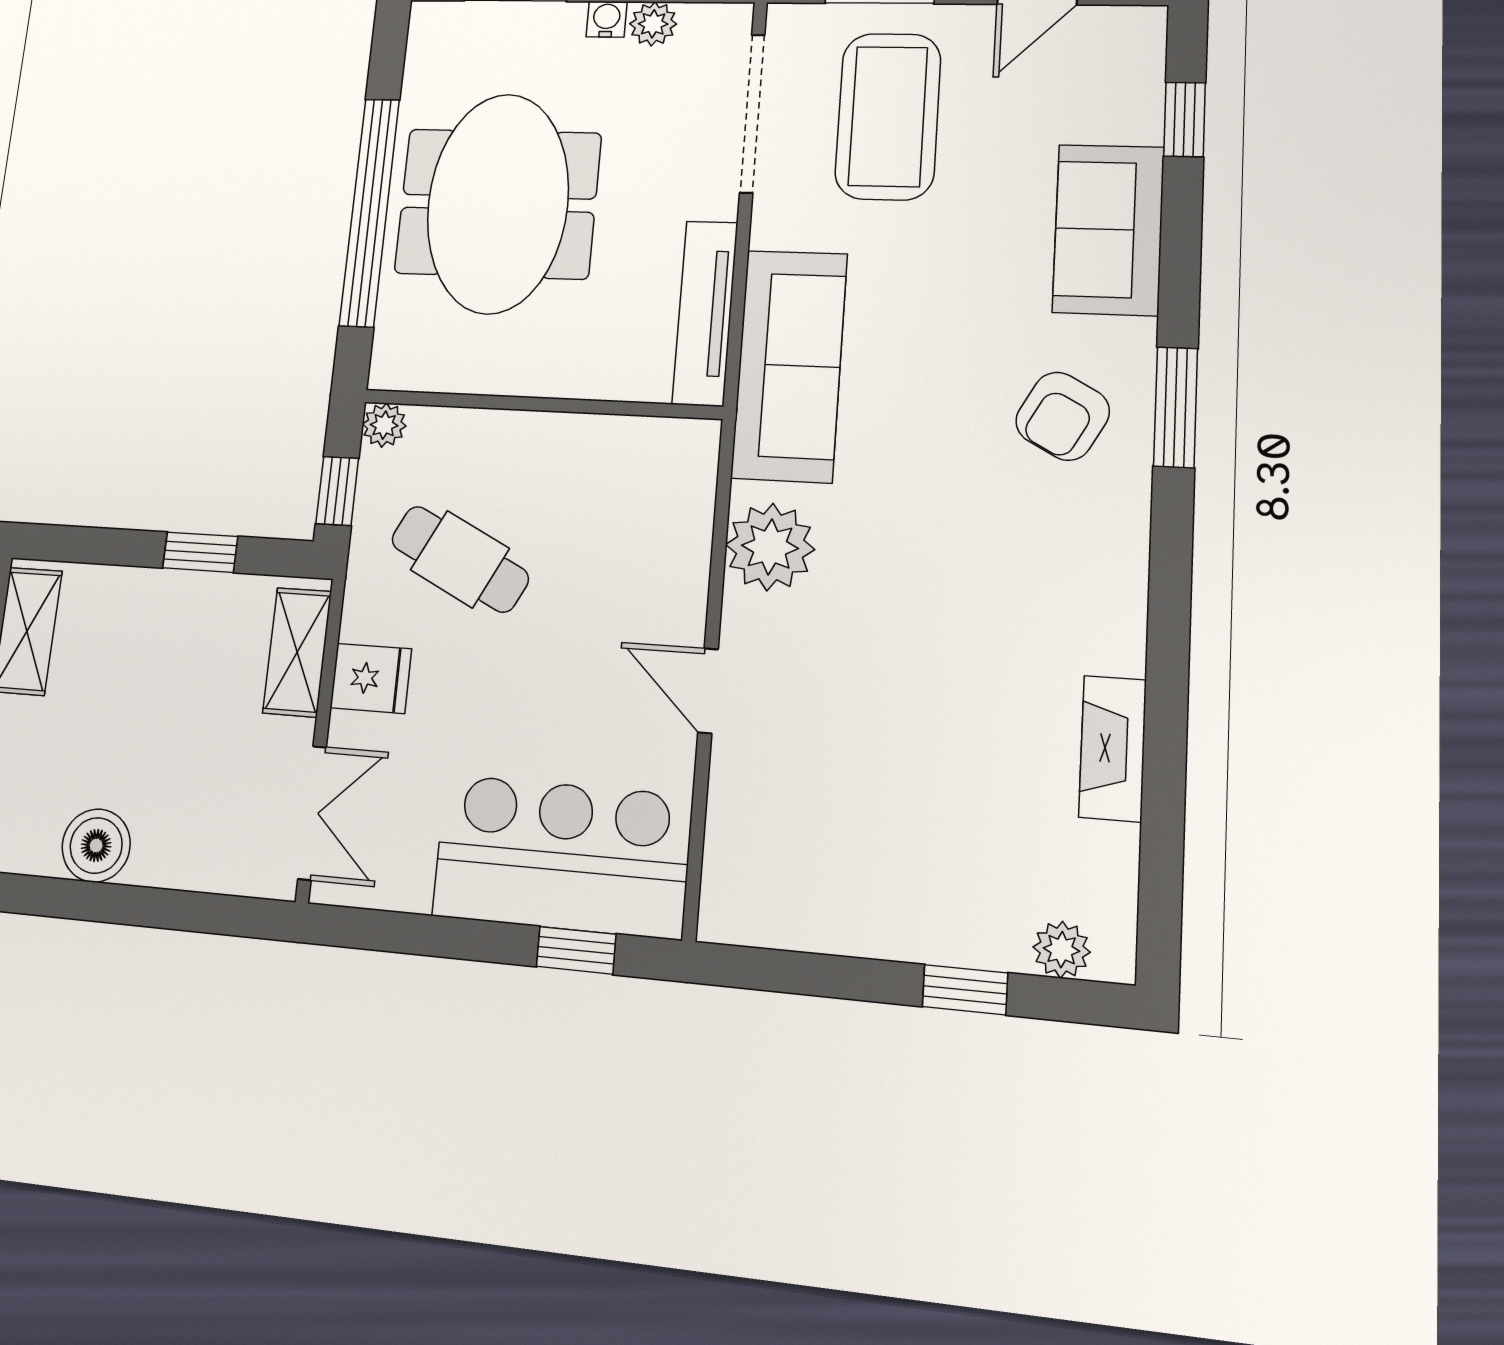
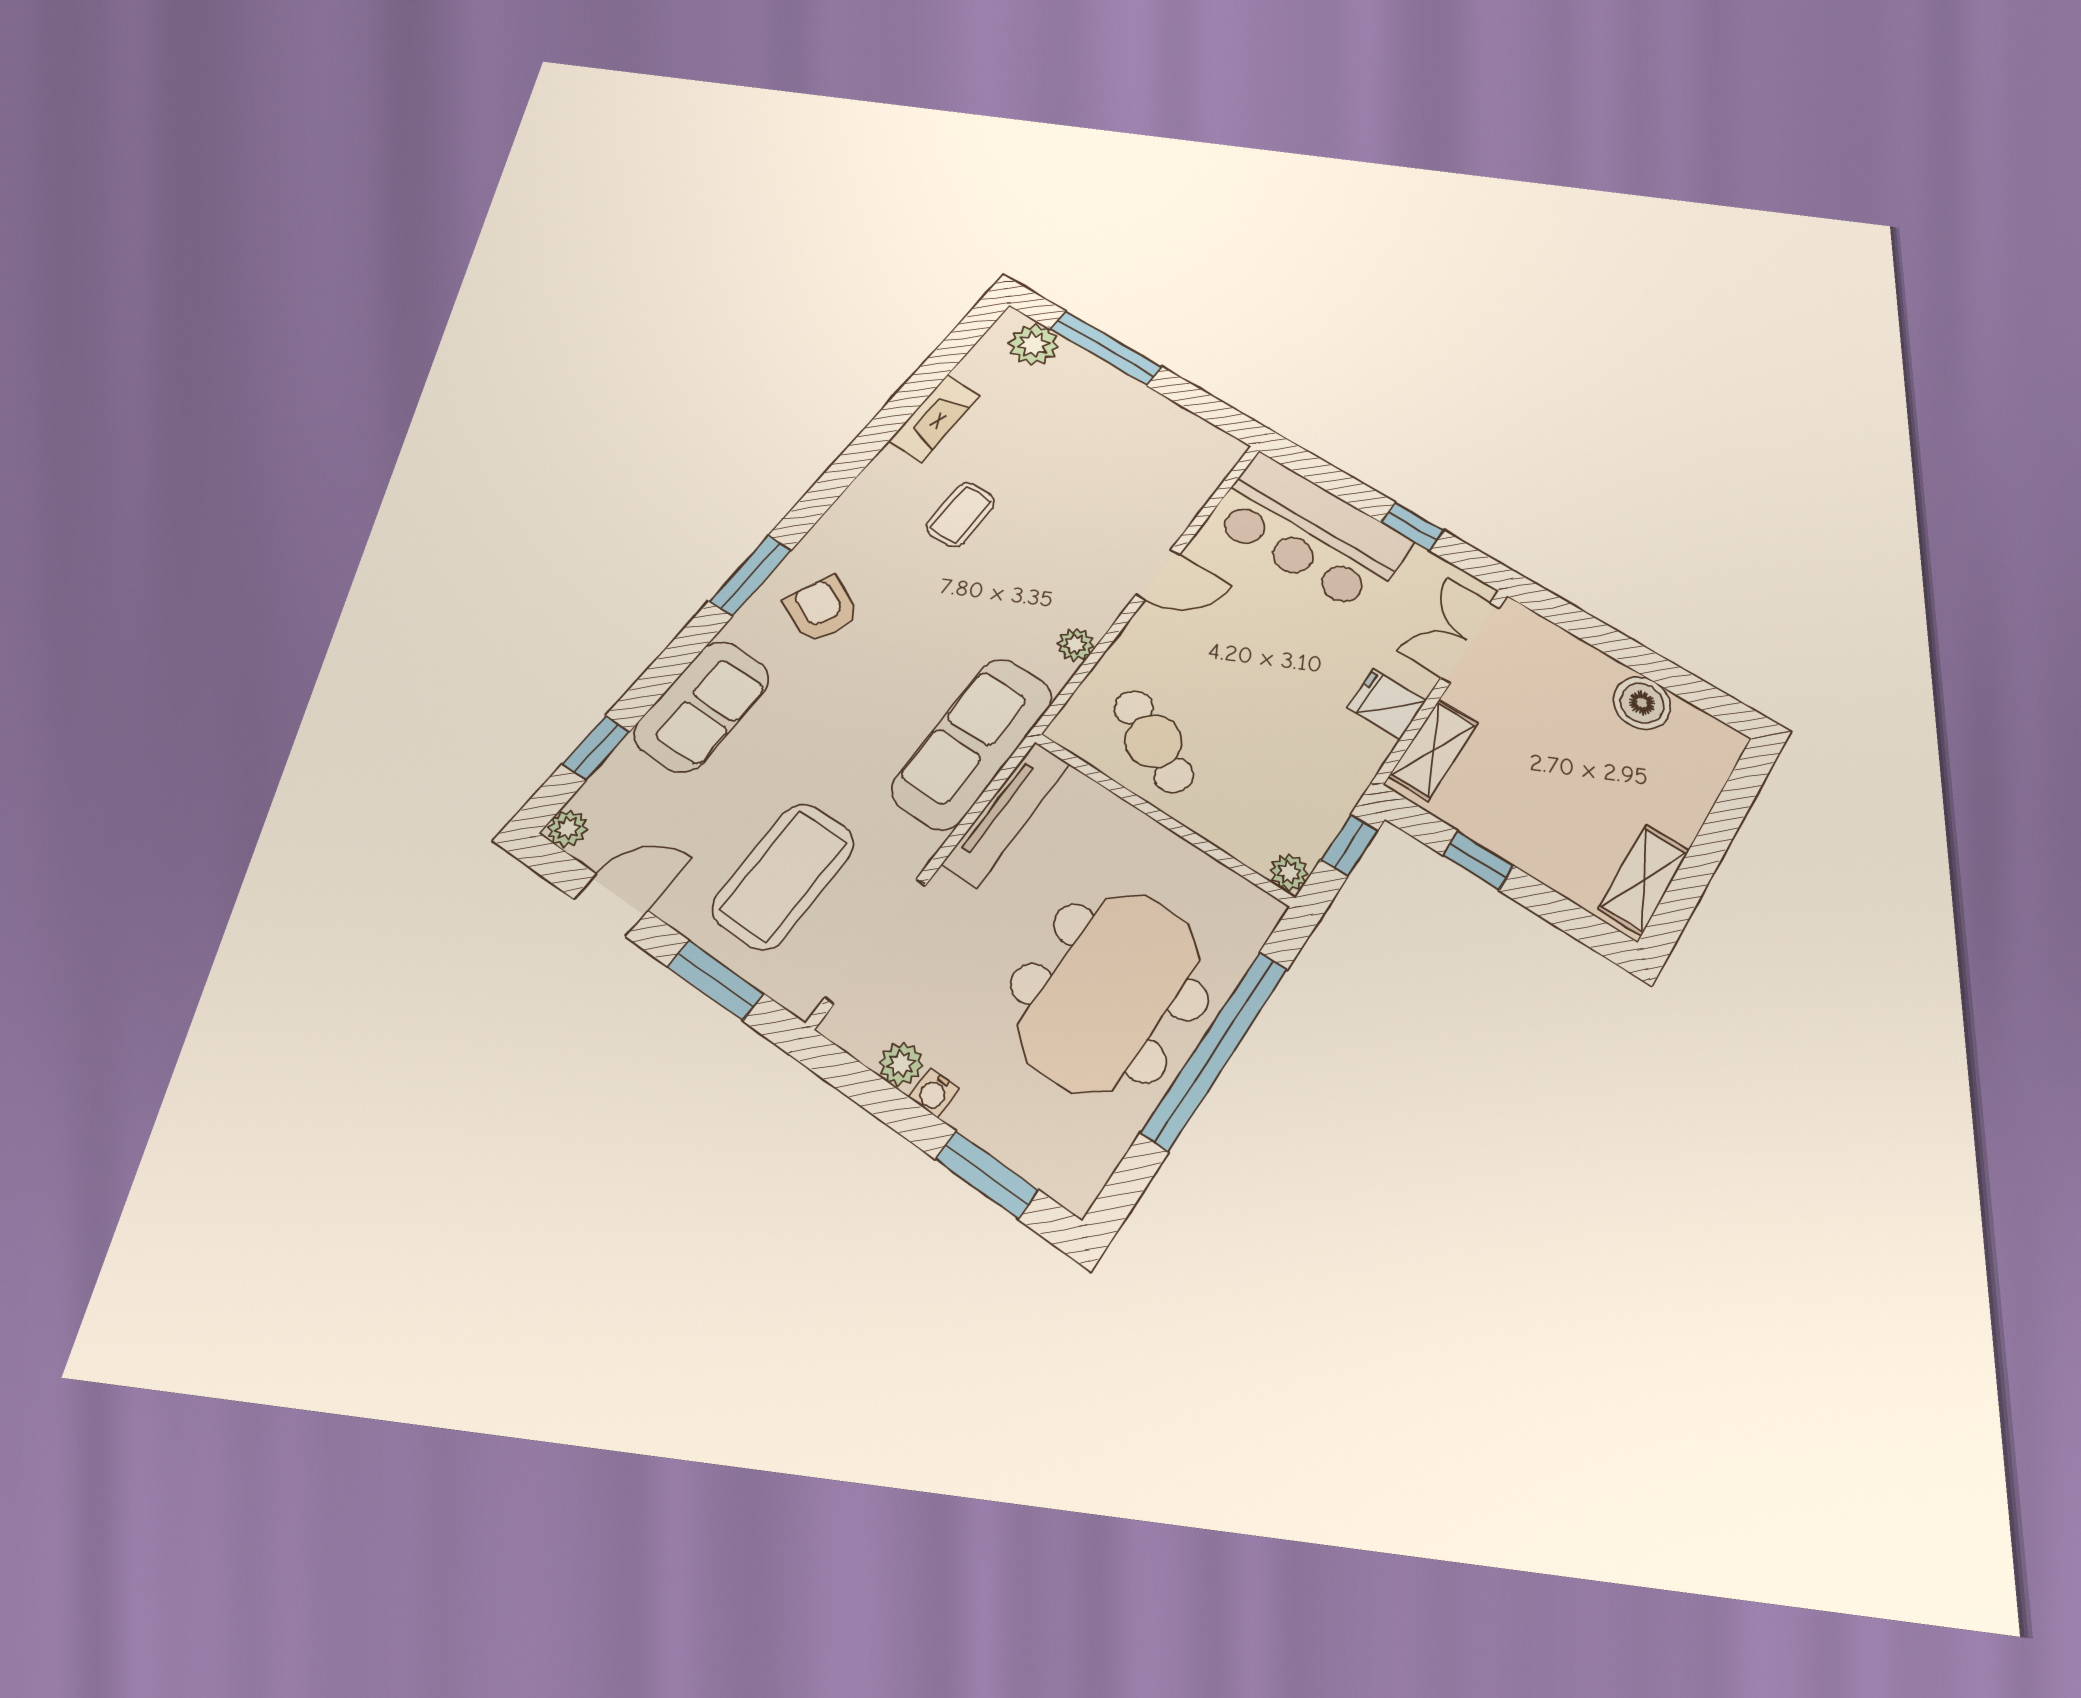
plant: (1143, 27) -> (567, 829), added
armchair: (1063, 416) -> (822, 609), turned -94
plant: (770, 547) -> (1076, 644), width x0.53, depth x0.53
cafe table: (460, 559) -> (1153, 741), moved
coffee table: (988, 632) -> (960, 515), added
door: (708, 691) -> (1158, 575), hinge flipped
window: (576, 950) -> (1412, 526), moved
plant: (1062, 950) -> (1034, 345), width x1.38, depth x1.38
window: (965, 990) -> (1106, 348), width x2.17

